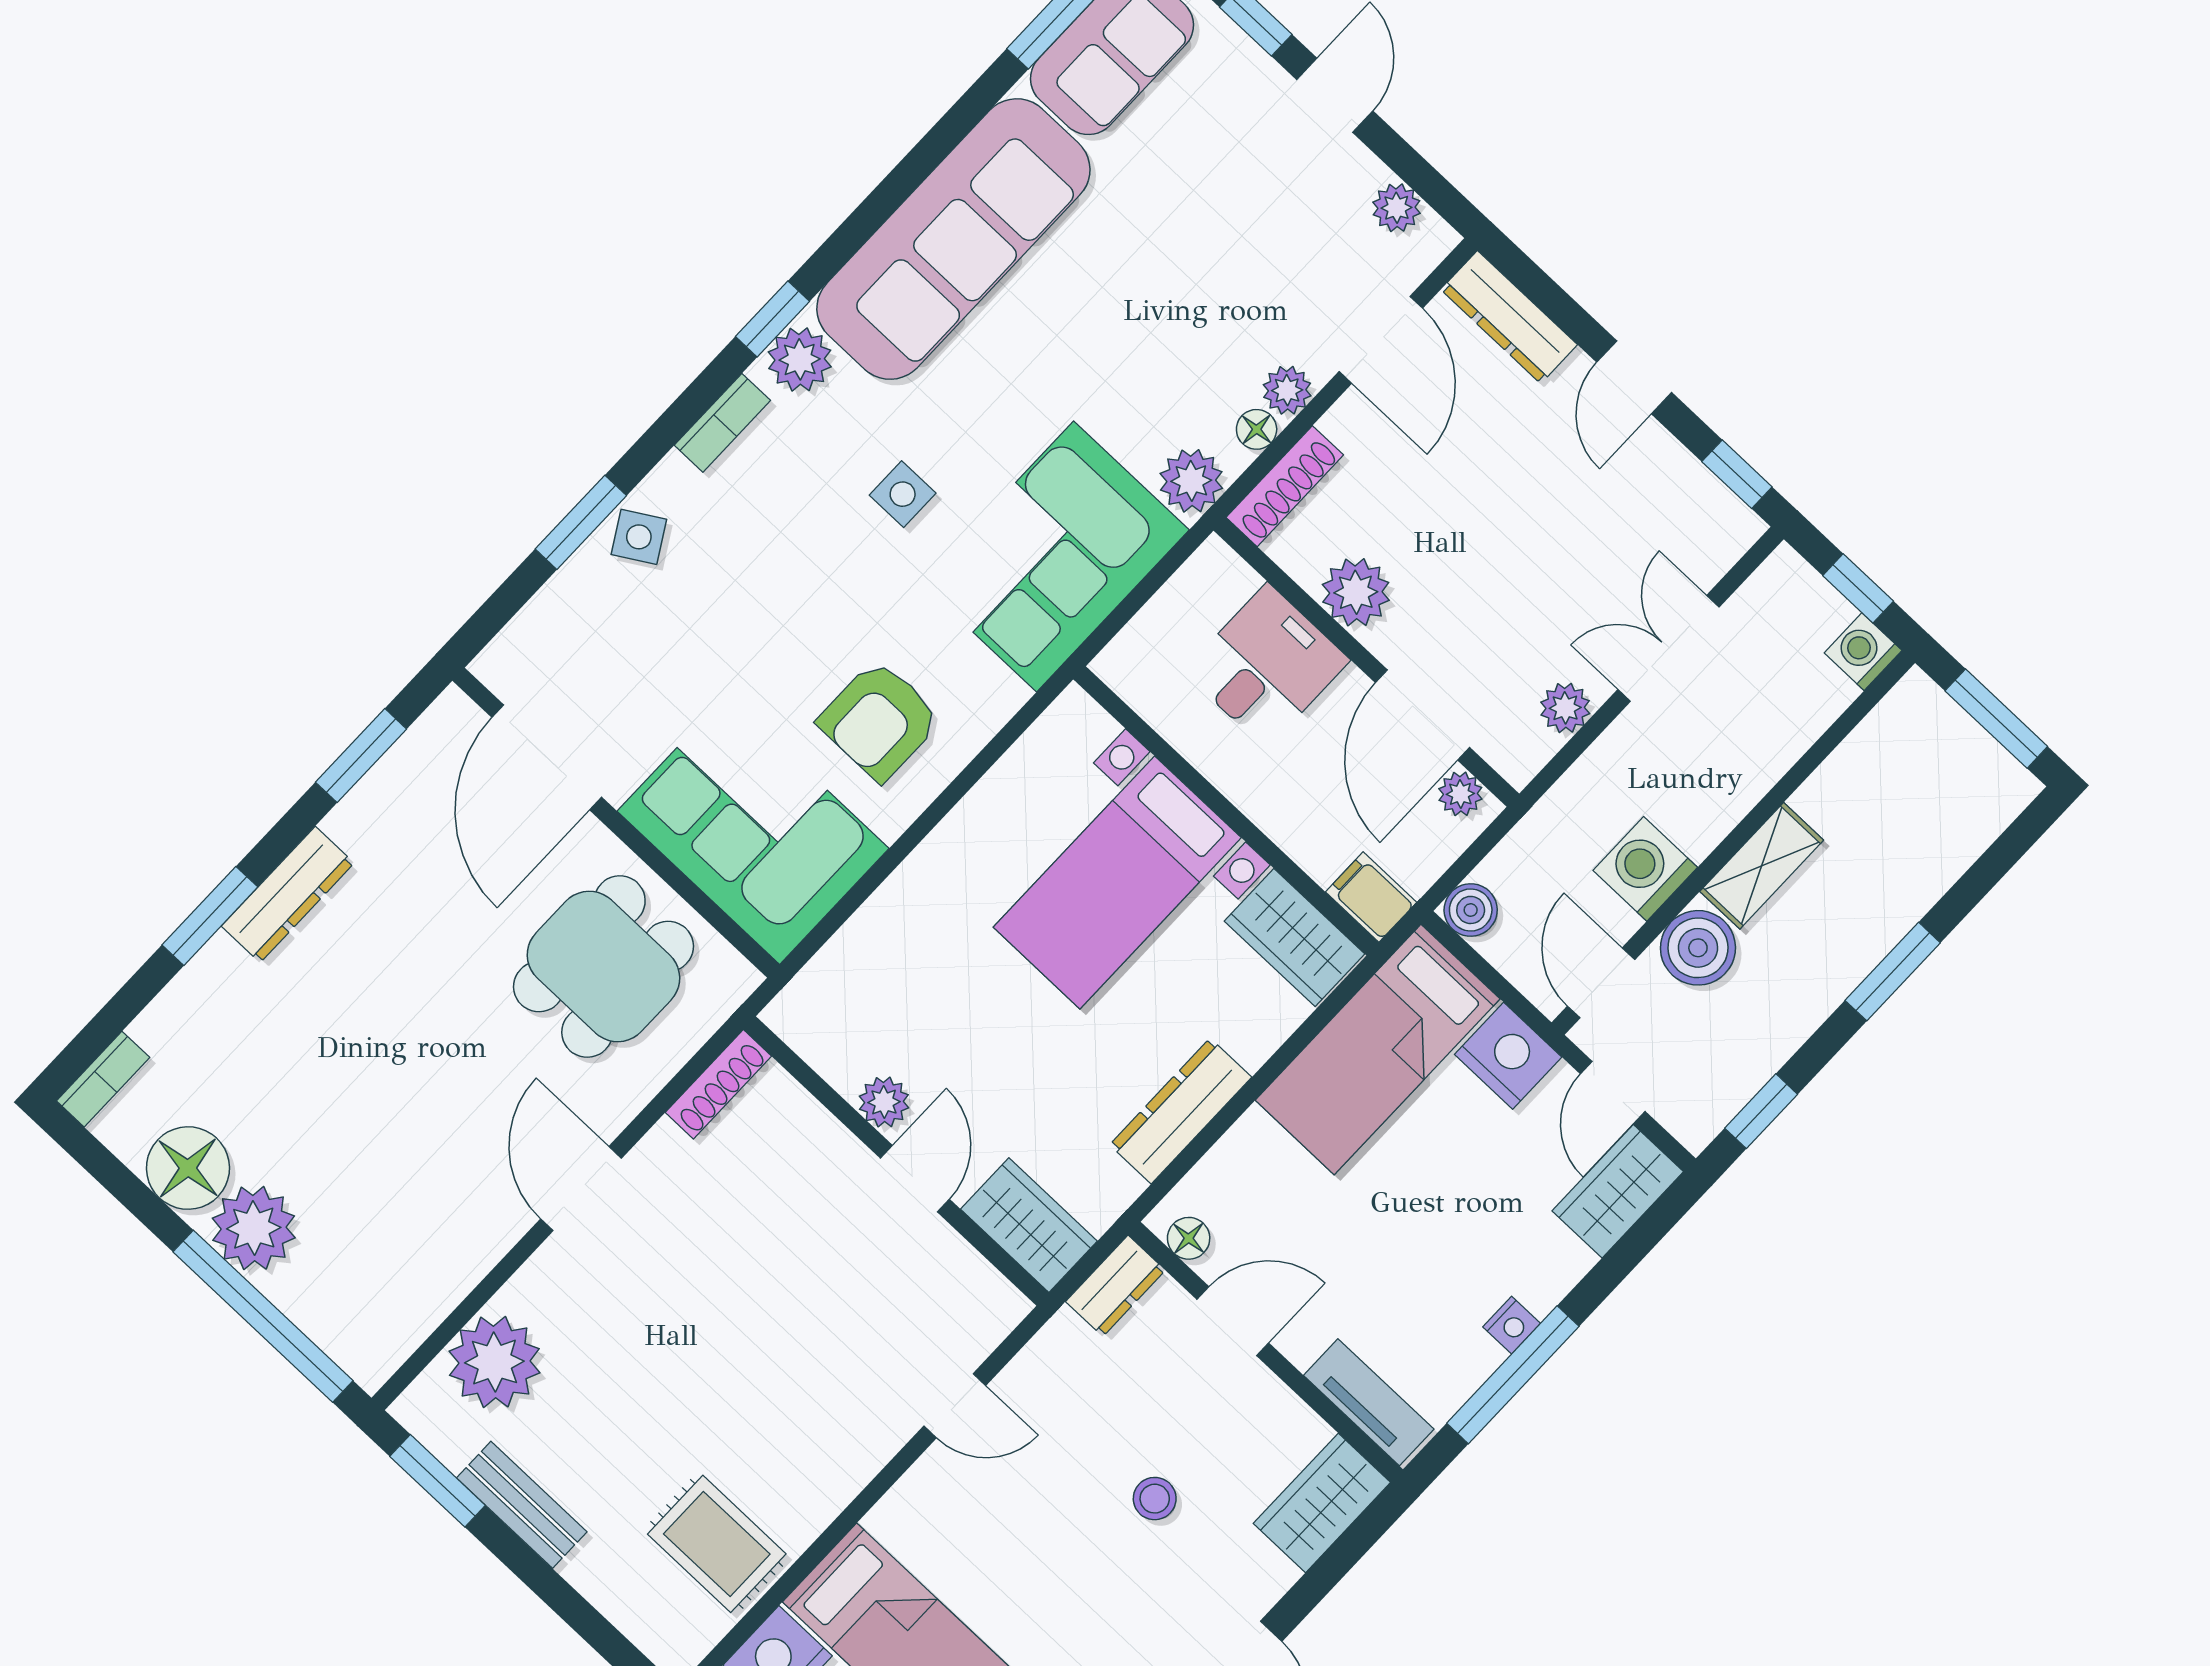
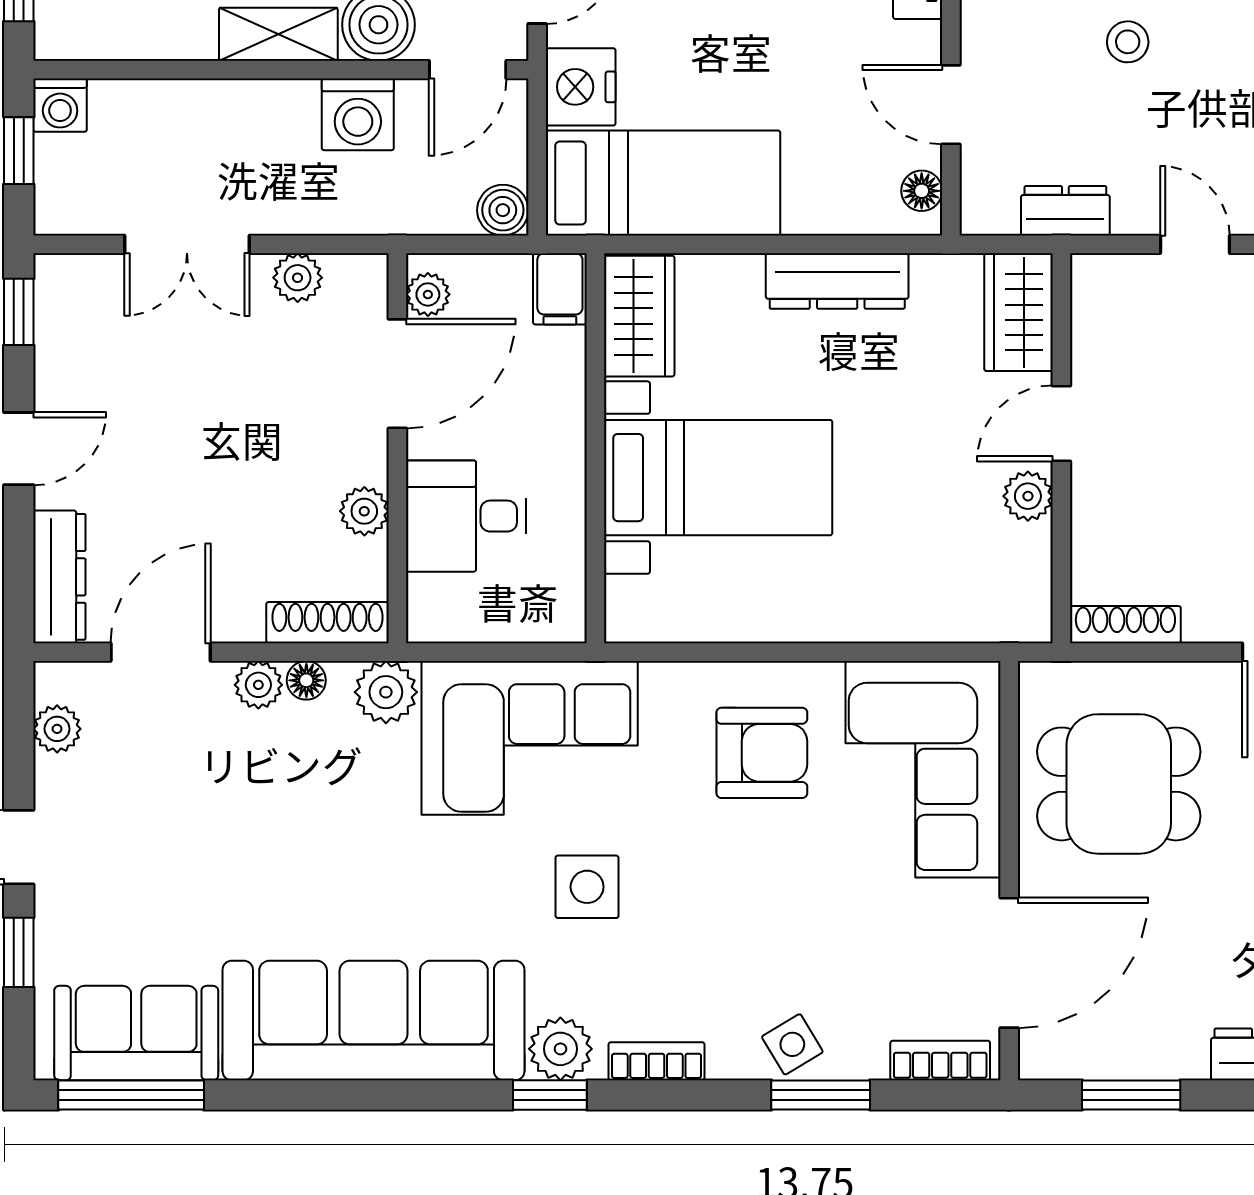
side table: (903, 494) -> (587, 887), width x1.37, depth x1.37
plant: (1356, 592) -> (364, 511), width x0.73, depth x0.73
bookcase: (522, 637) -> (940, 1060), added
dresser: (1115, 1286) -> (1065, 211), moved

